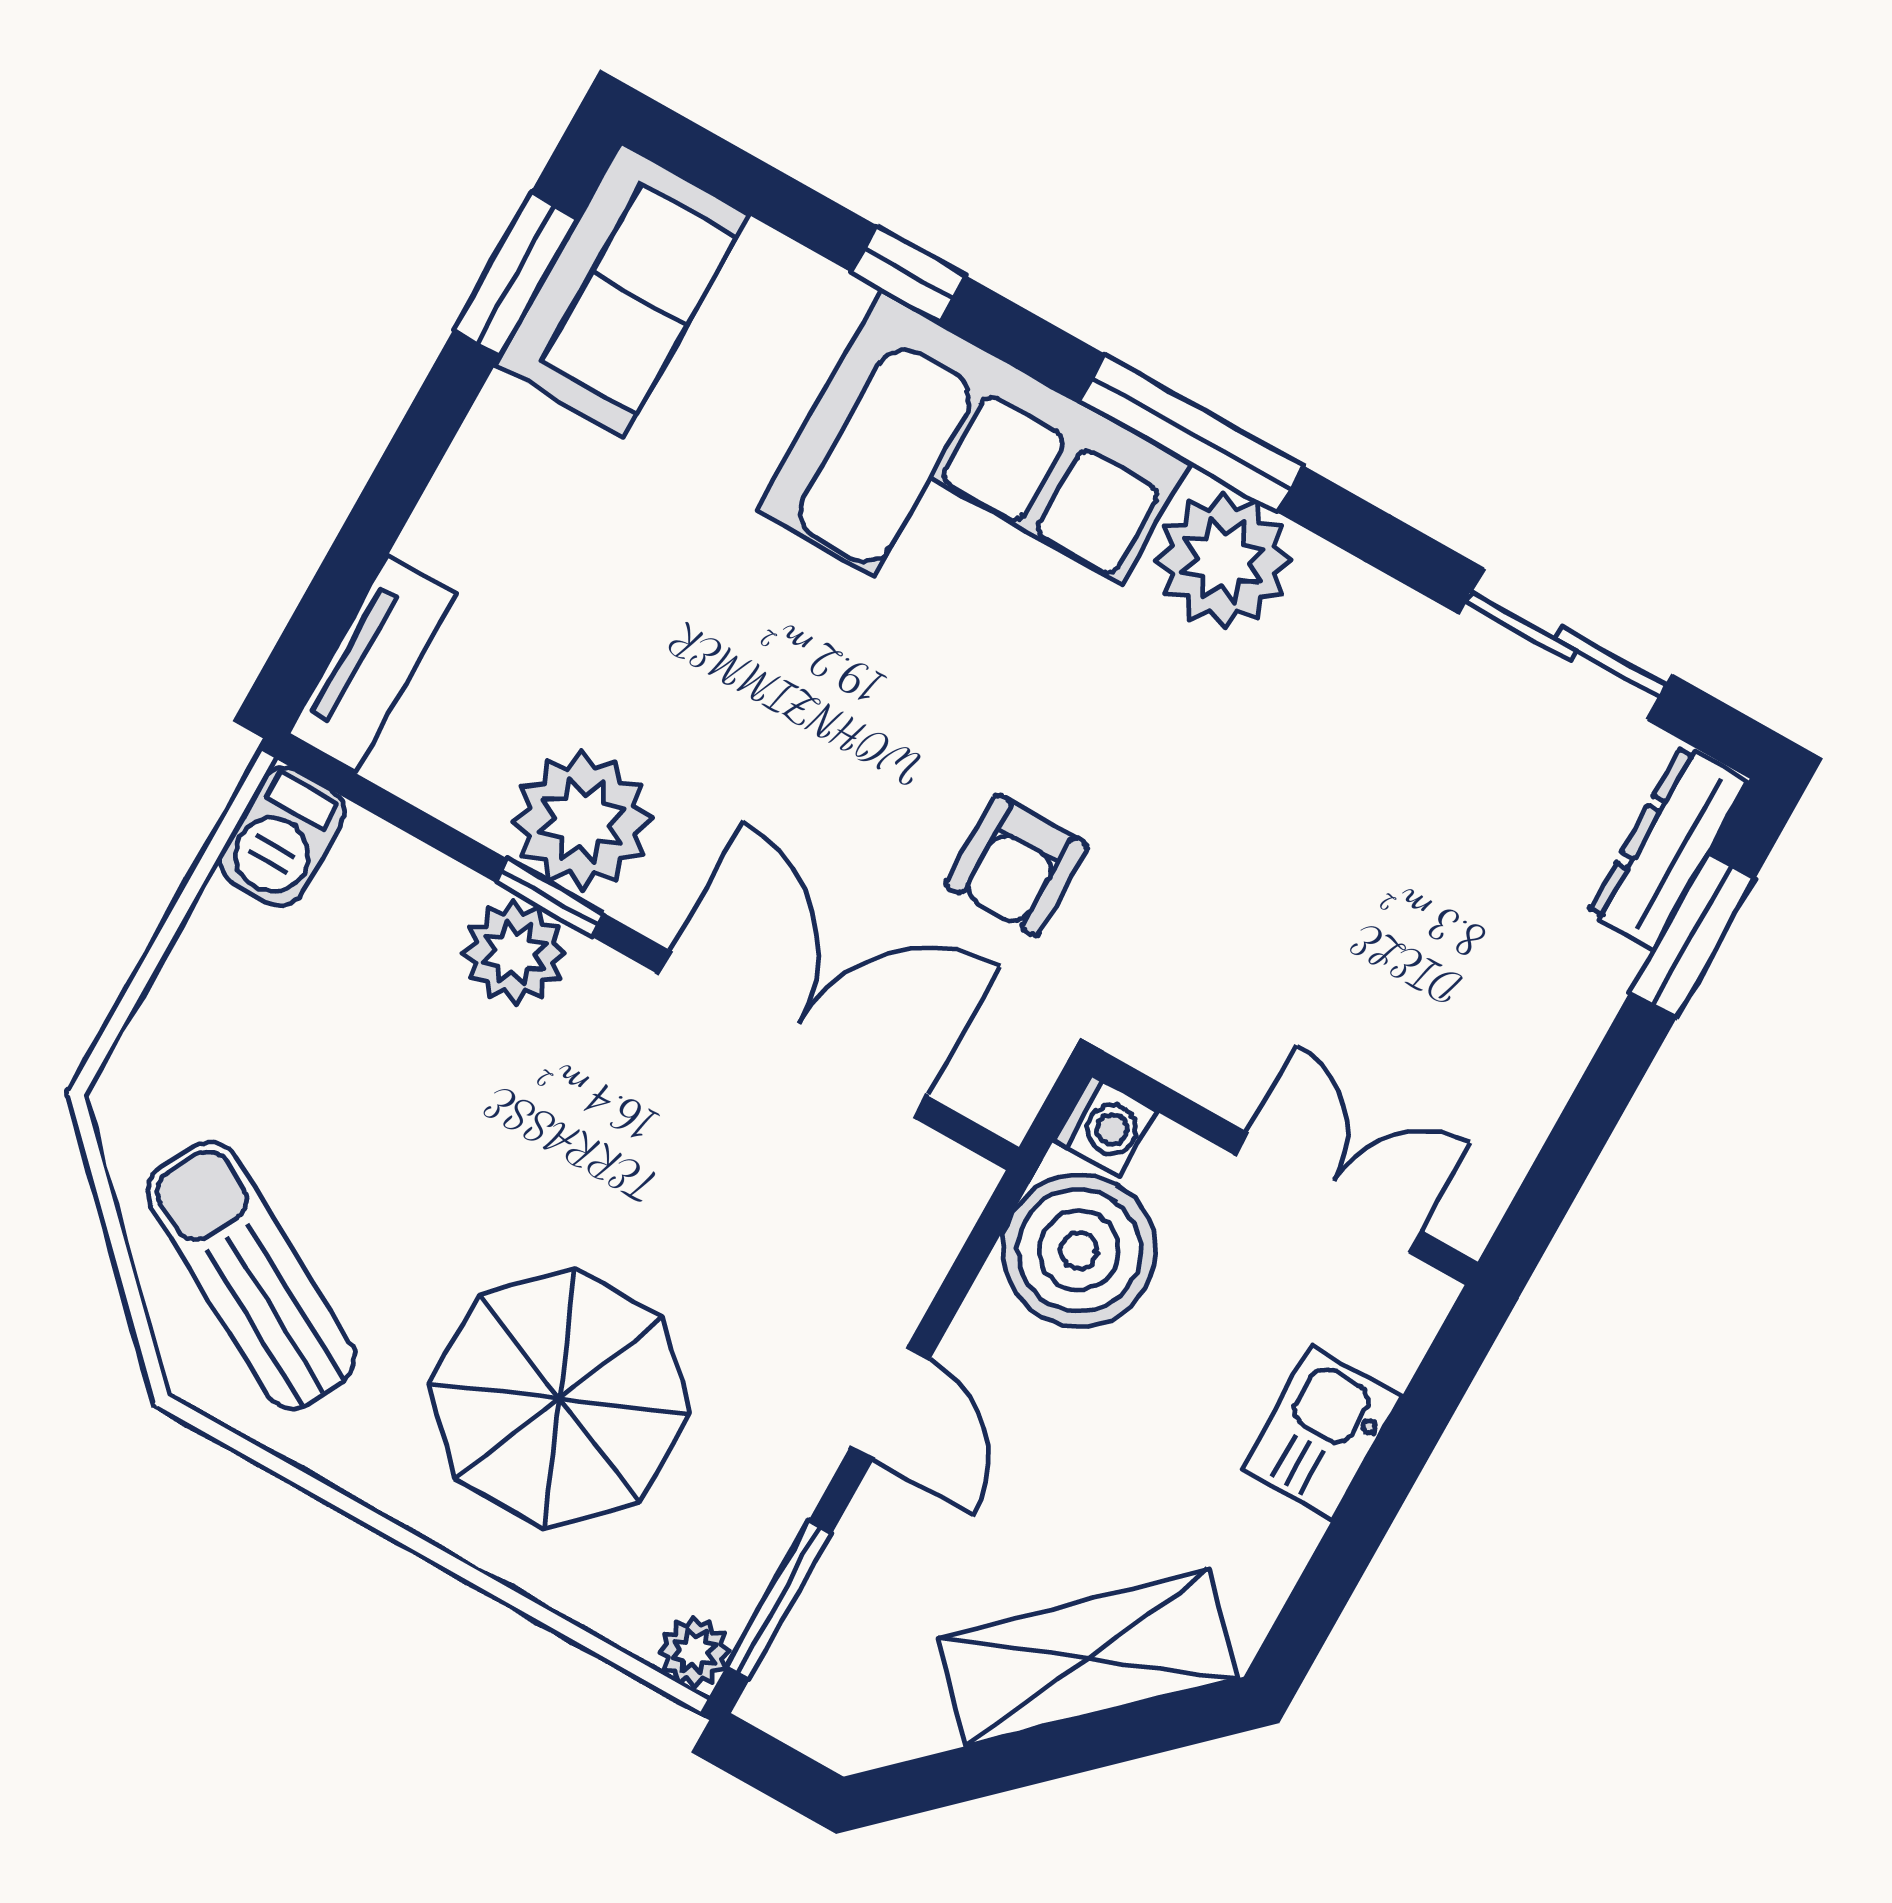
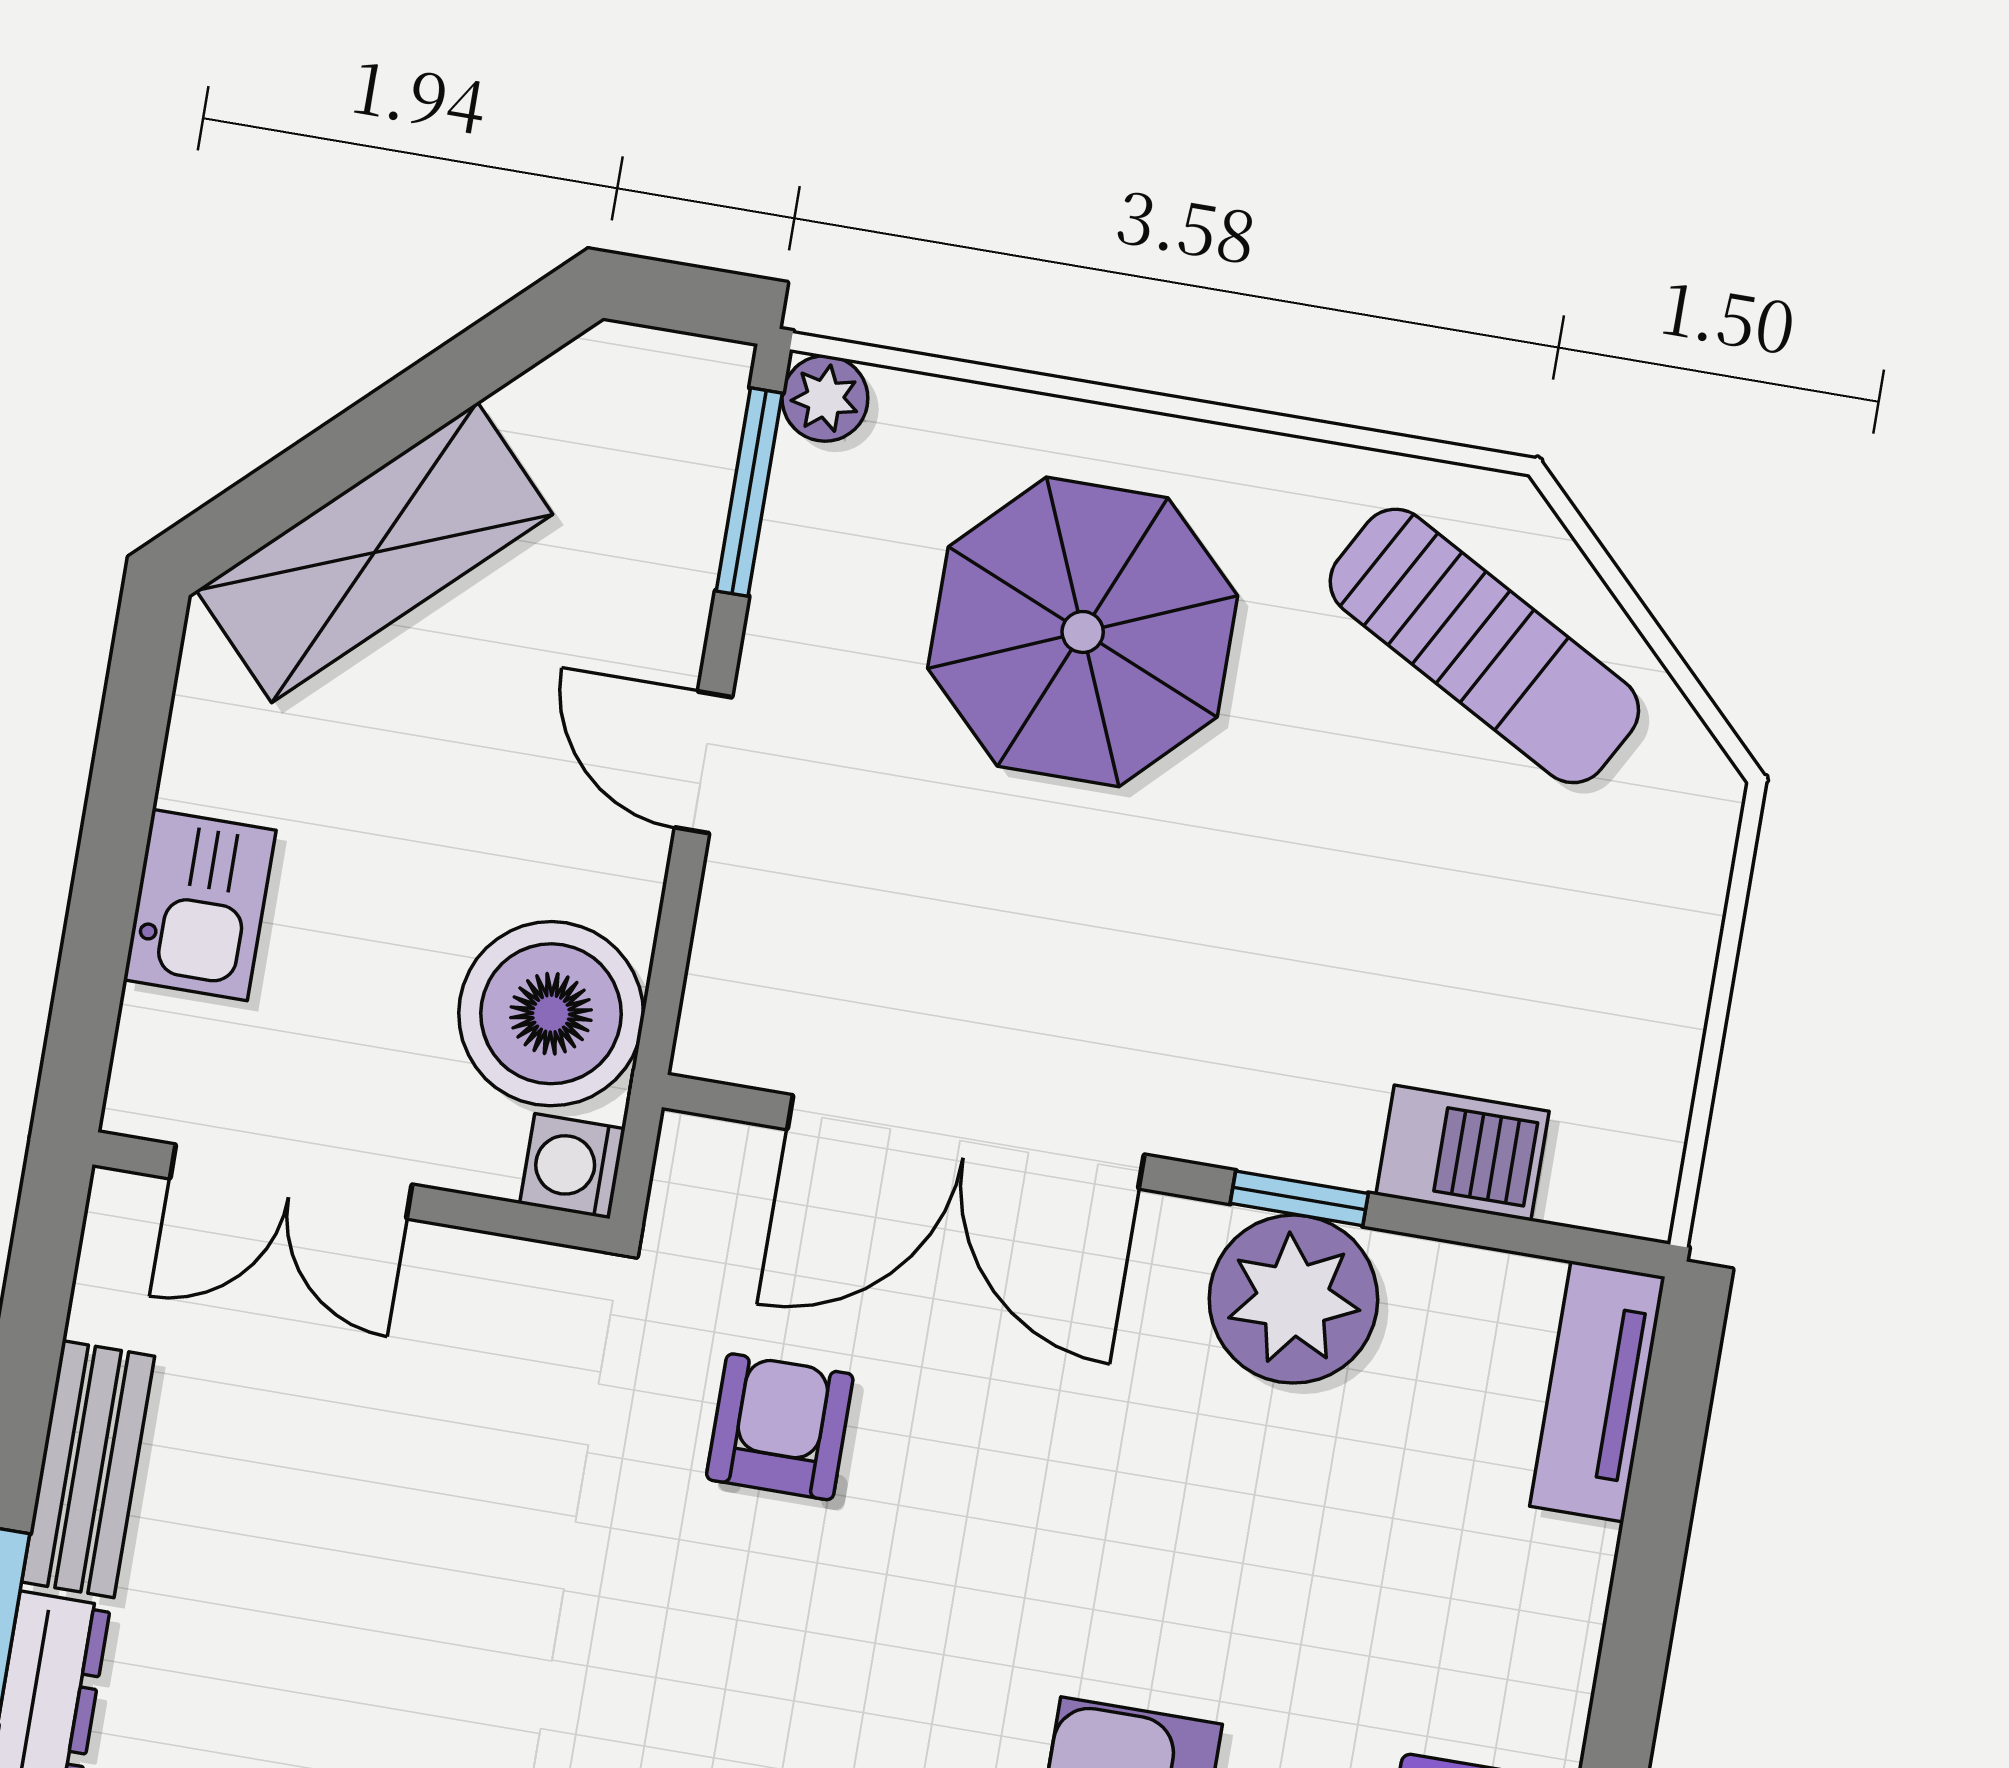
barbecue: (282, 837) -> (1463, 1153), moved, turned 90
plant: (515, 953) -> (1316, 1121), removed
bench: (1566, 1026) -> (88, 1469), added

